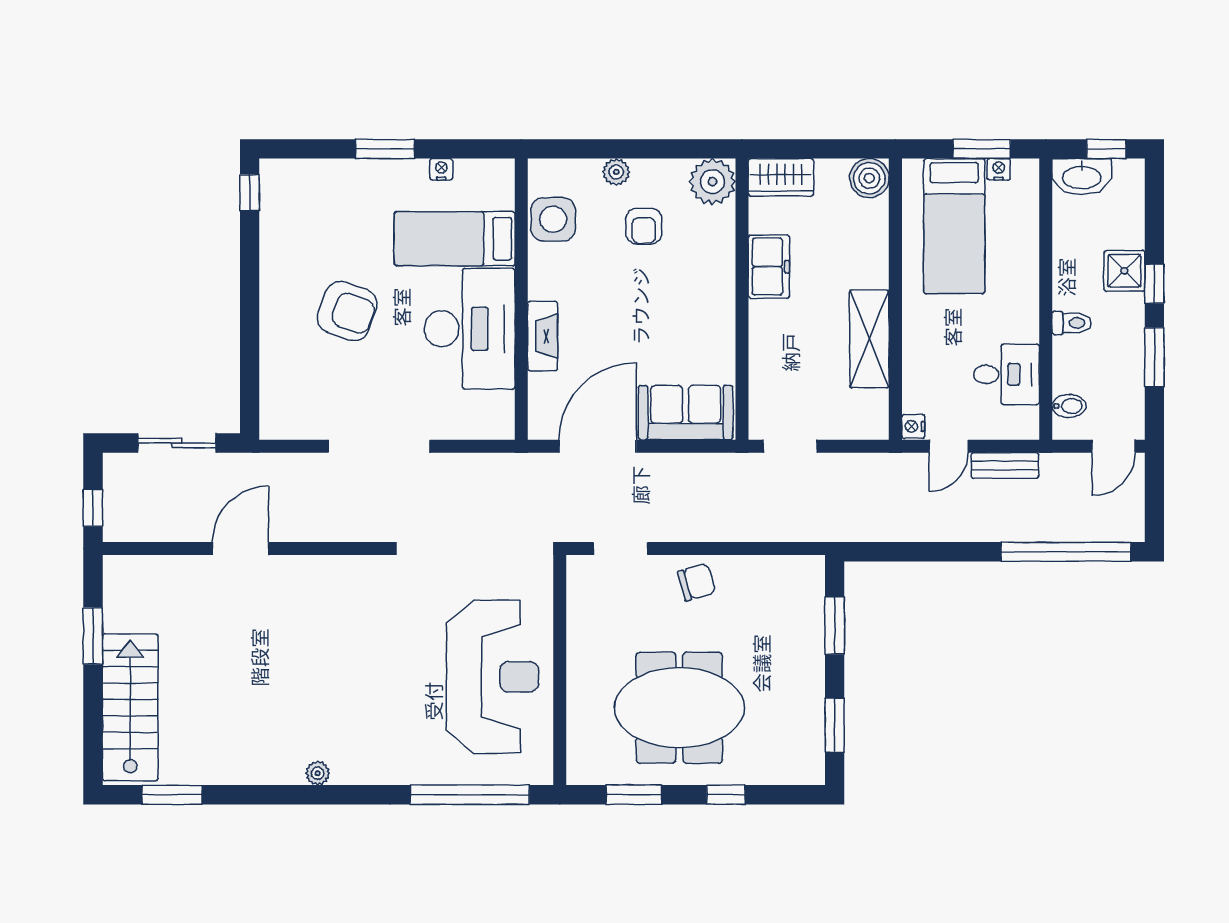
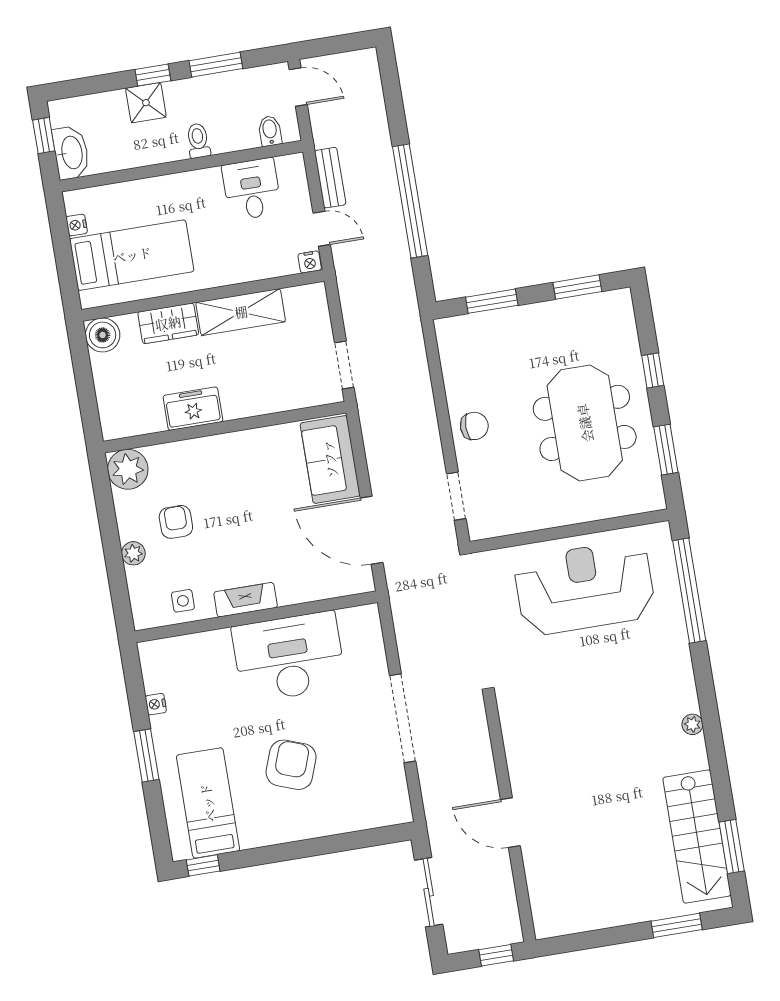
window: (982, 149) -> (61, 242), removed
wardrobe: (781, 177) -> (168, 323), moved, turned 90
side table: (553, 219) -> (183, 601), width x0.54, depth x0.54
armchair: (644, 226) -> (176, 522), turned -90
bed: (455, 239) -> (208, 803), moved, turned 180
fireplace: (543, 336) -> (246, 600), moved
window: (1066, 552) -> (410, 201), moved
chair: (697, 582) -> (474, 426), turned 106
window: (93, 636) -> (677, 925), moved
stairs: (130, 707) -> (697, 837), moved, turned -90

